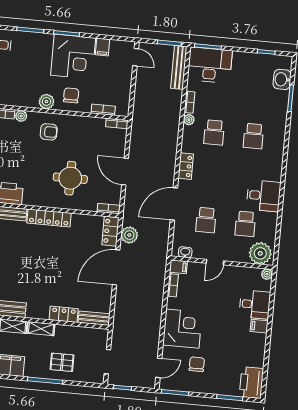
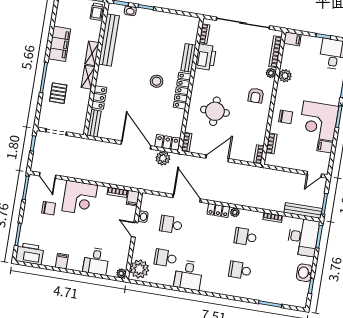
washbasin: (282, 79) -> (304, 273), moved, turned -90
plant: (46, 102) -> (285, 76), moved
plant: (189, 120) -> (235, 212), moved
stool: (40, 249) -> (157, 81), added
washbasin: (185, 252) -> (143, 217), moved
filing cabinet: (259, 326) -> (62, 261), moved

